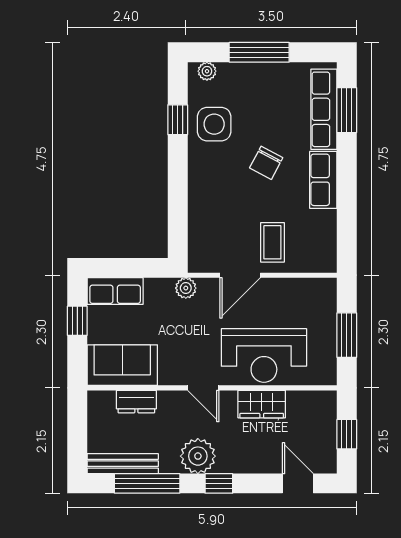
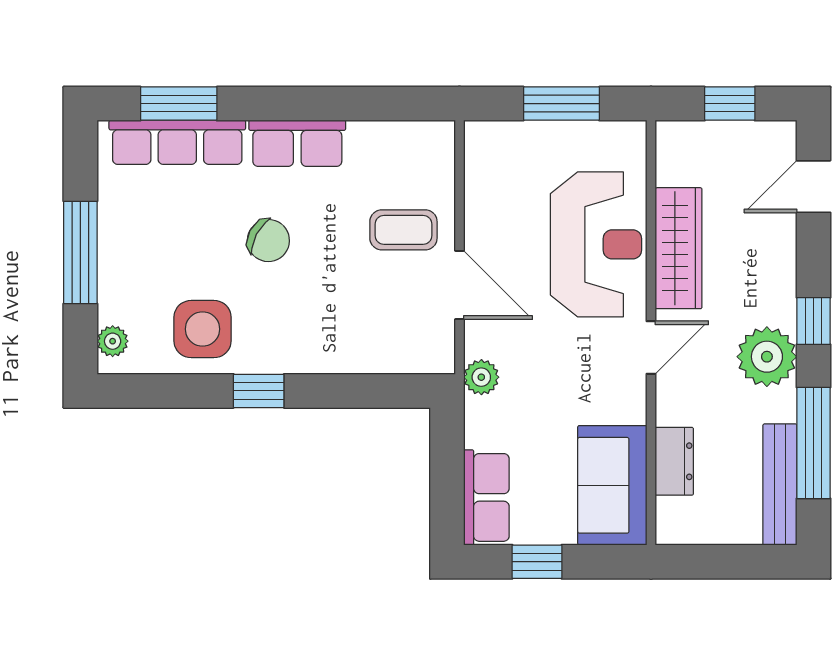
window: (178, 120) -> (259, 391), moved
wardrobe: (262, 404) -> (679, 248), width x1.50

